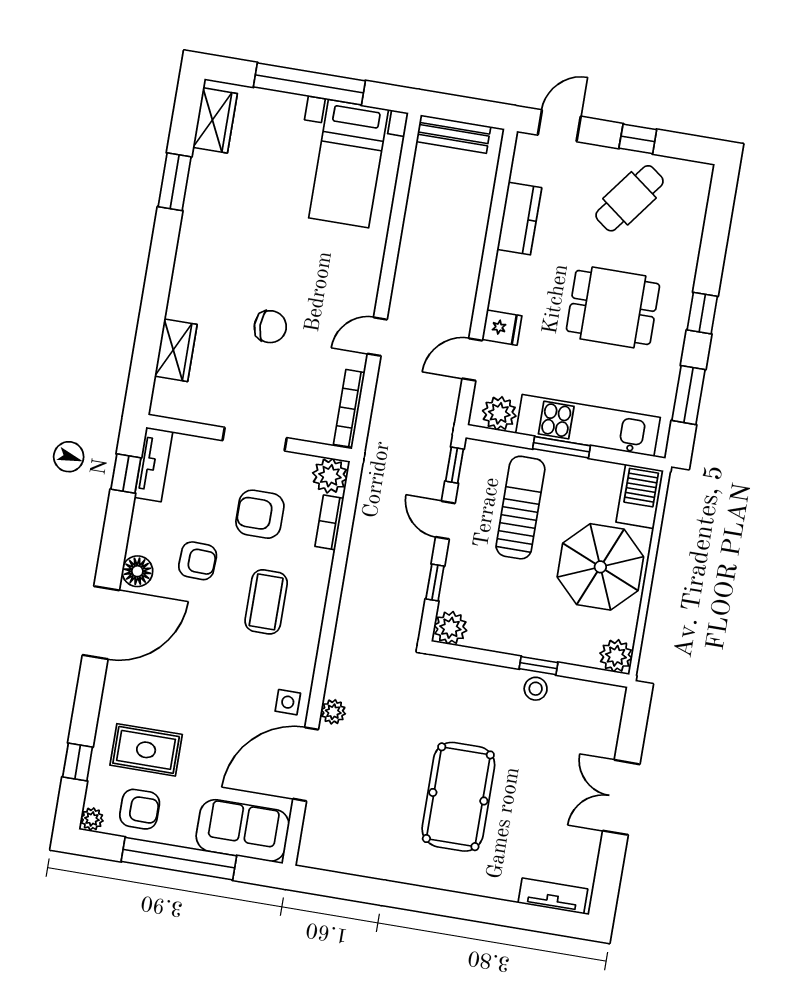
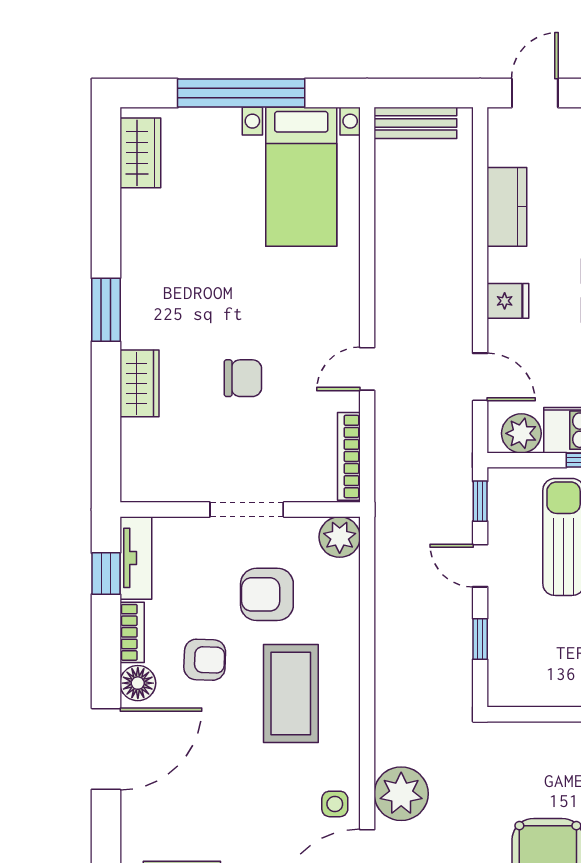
window: (175, 182) -> (106, 310), moved
fridge: (502, 328) -> (508, 301), moved
wardrobe: (176, 350) -> (140, 383), moved
door: (472, 359) -> (480, 377), swing flipped
bookcase: (329, 522) -> (132, 632), moved, turned 180
coffee table: (266, 602) -> (291, 693), width x1.36, depth x1.32
plant: (450, 628) -> (506, 688), removed
plant: (333, 712) -> (401, 794), width x1.87, depth x1.87

